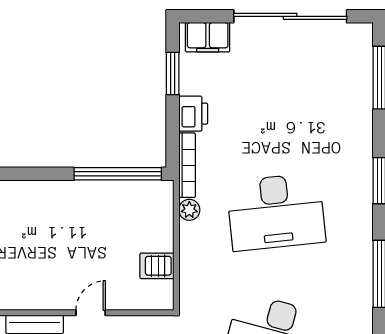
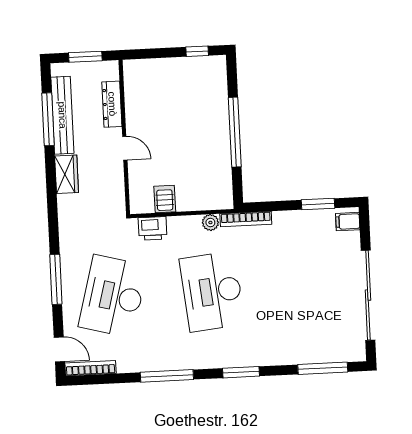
filing cabinet: (208, 37) -> (348, 222), width x0.50
printer: (193, 114) -> (153, 228), moved
window: (118, 174) -> (235, 132), moved

